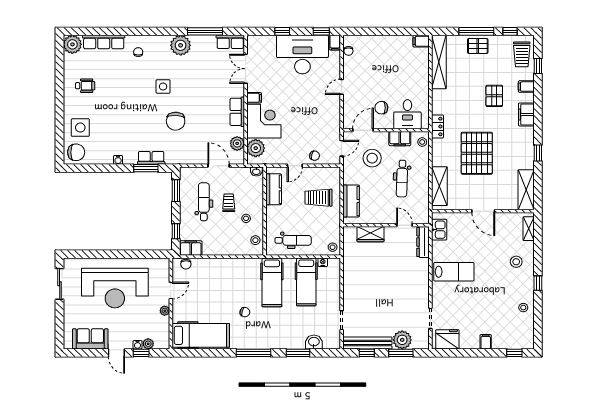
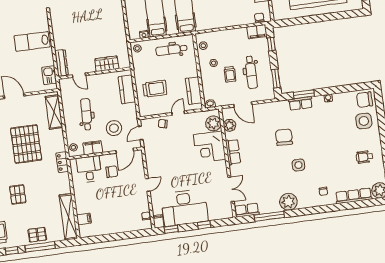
filing cabinet: (421, 41) -> (84, 219), moved
filing cabinet: (254, 98) -> (220, 166), removed

